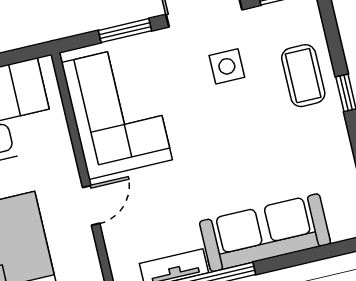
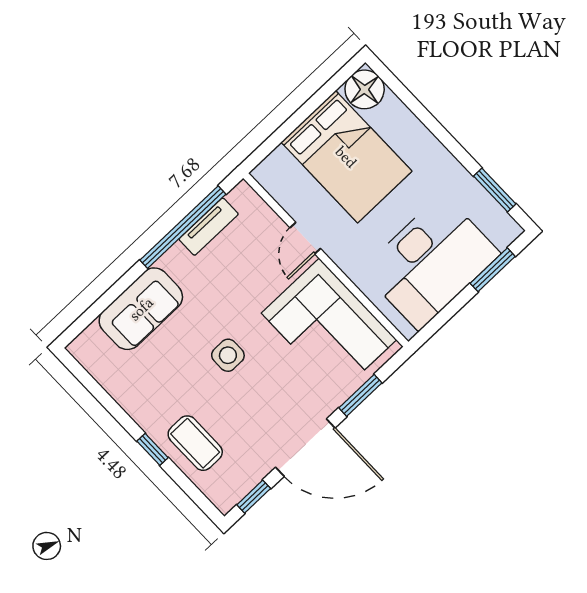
side table: (227, 66) -> (228, 355), moved
sofa: (265, 233) -> (141, 309), width x0.73

